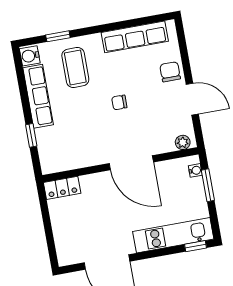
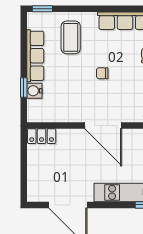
window: (58, 36) -> (42, 9), moved
water cooler: (30, 56) -> (34, 91), moved

